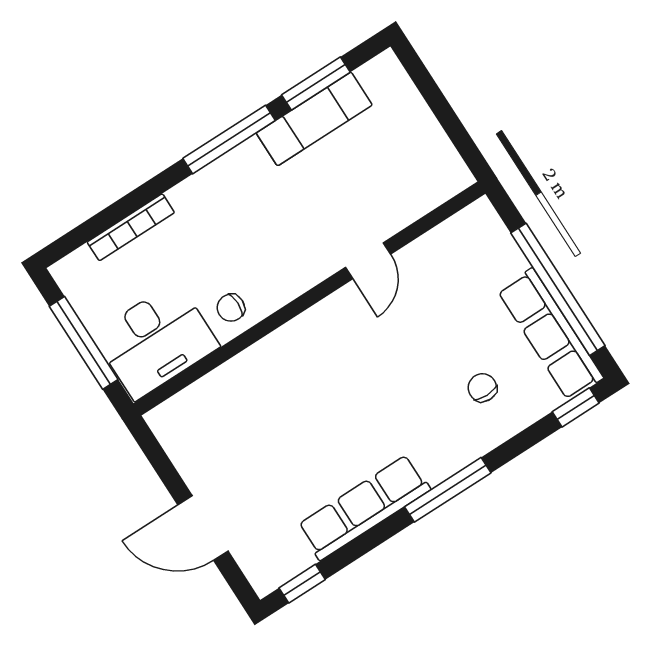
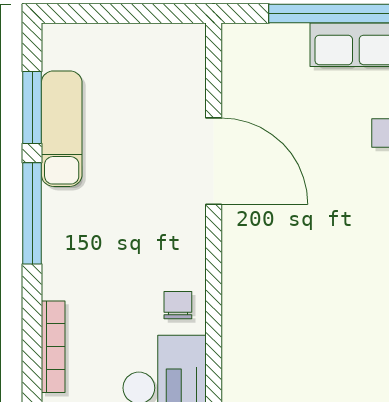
door: (368, 261) -> (214, 161), width x1.87
chair: (231, 308) -> (178, 305), turned 180

